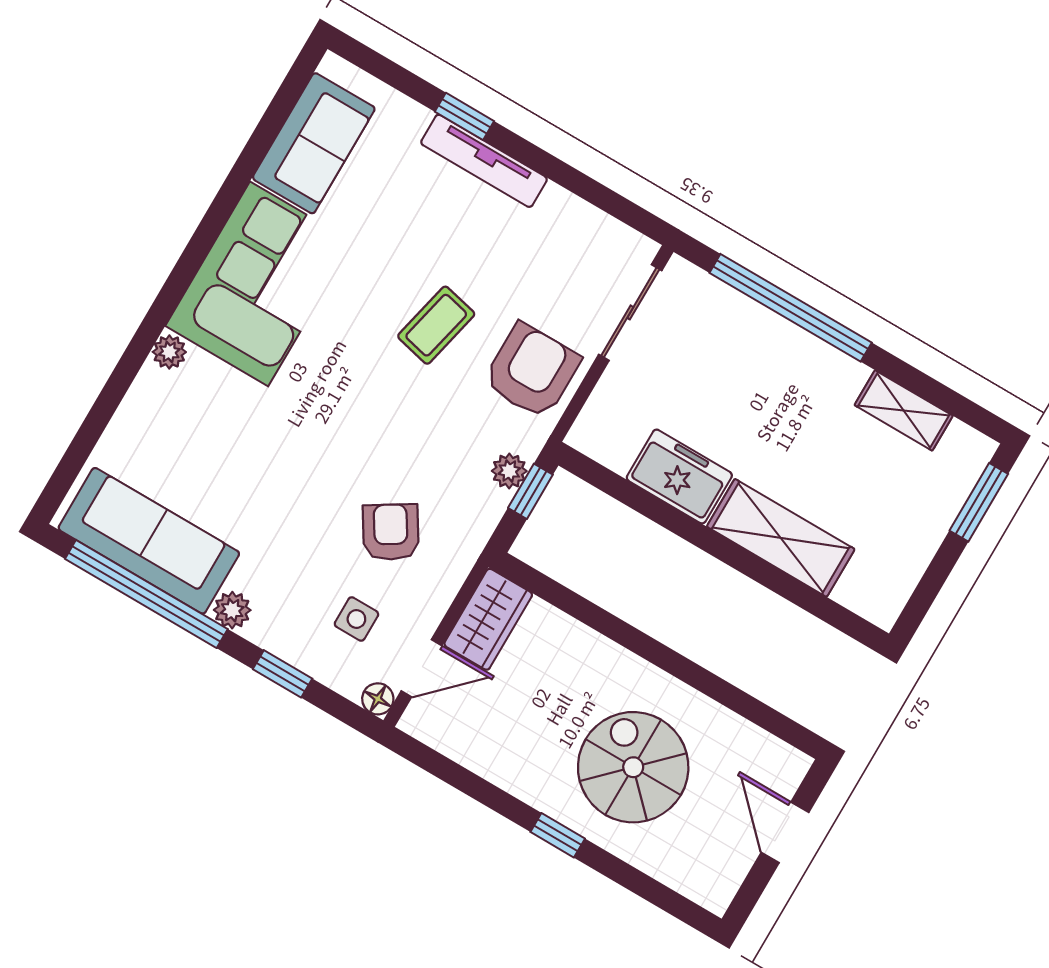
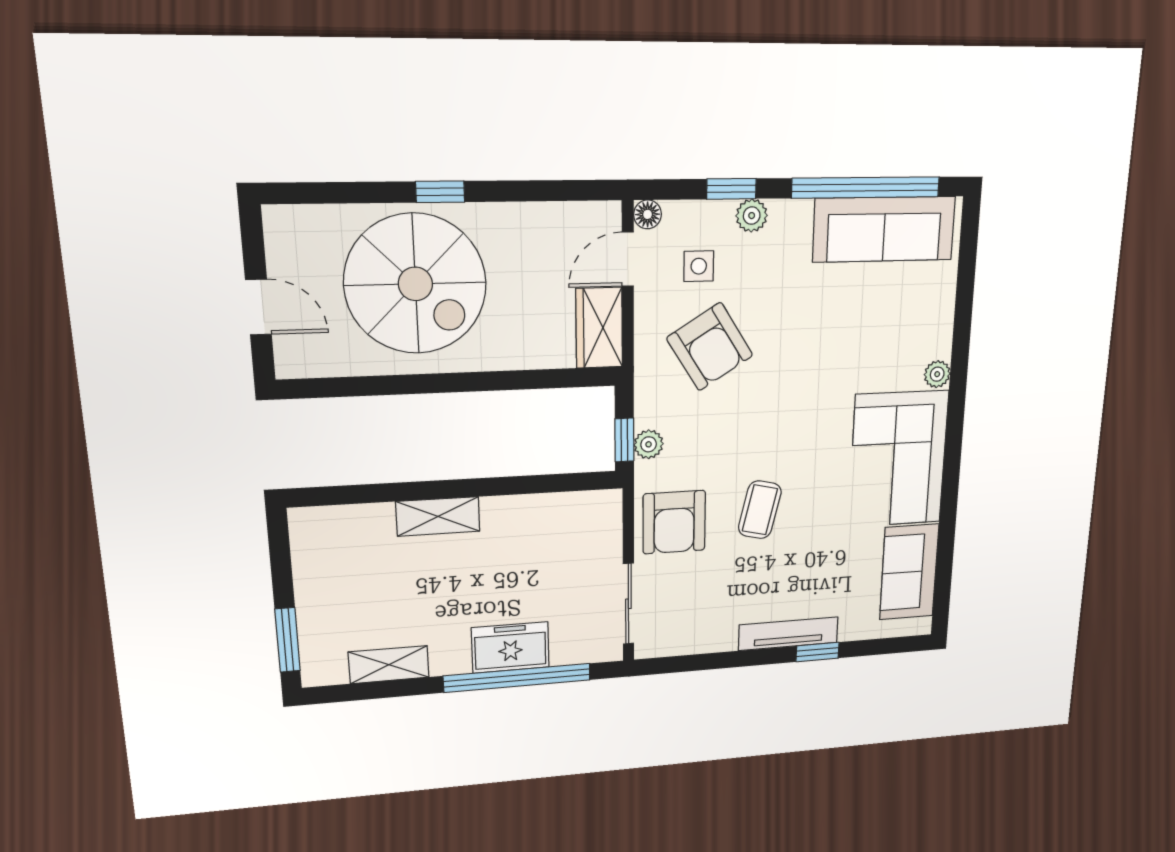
freezer: (679, 476) -> (510, 648), moved, turned 180
armchair: (391, 532) -> (710, 347), width x1.38, depth x1.38
shelving: (781, 538) -> (438, 516), width x0.67, depth x0.75
plant: (232, 610) -> (752, 216), moved
spiral stairs: (633, 767) -> (415, 284), width x1.37, depth x1.37

